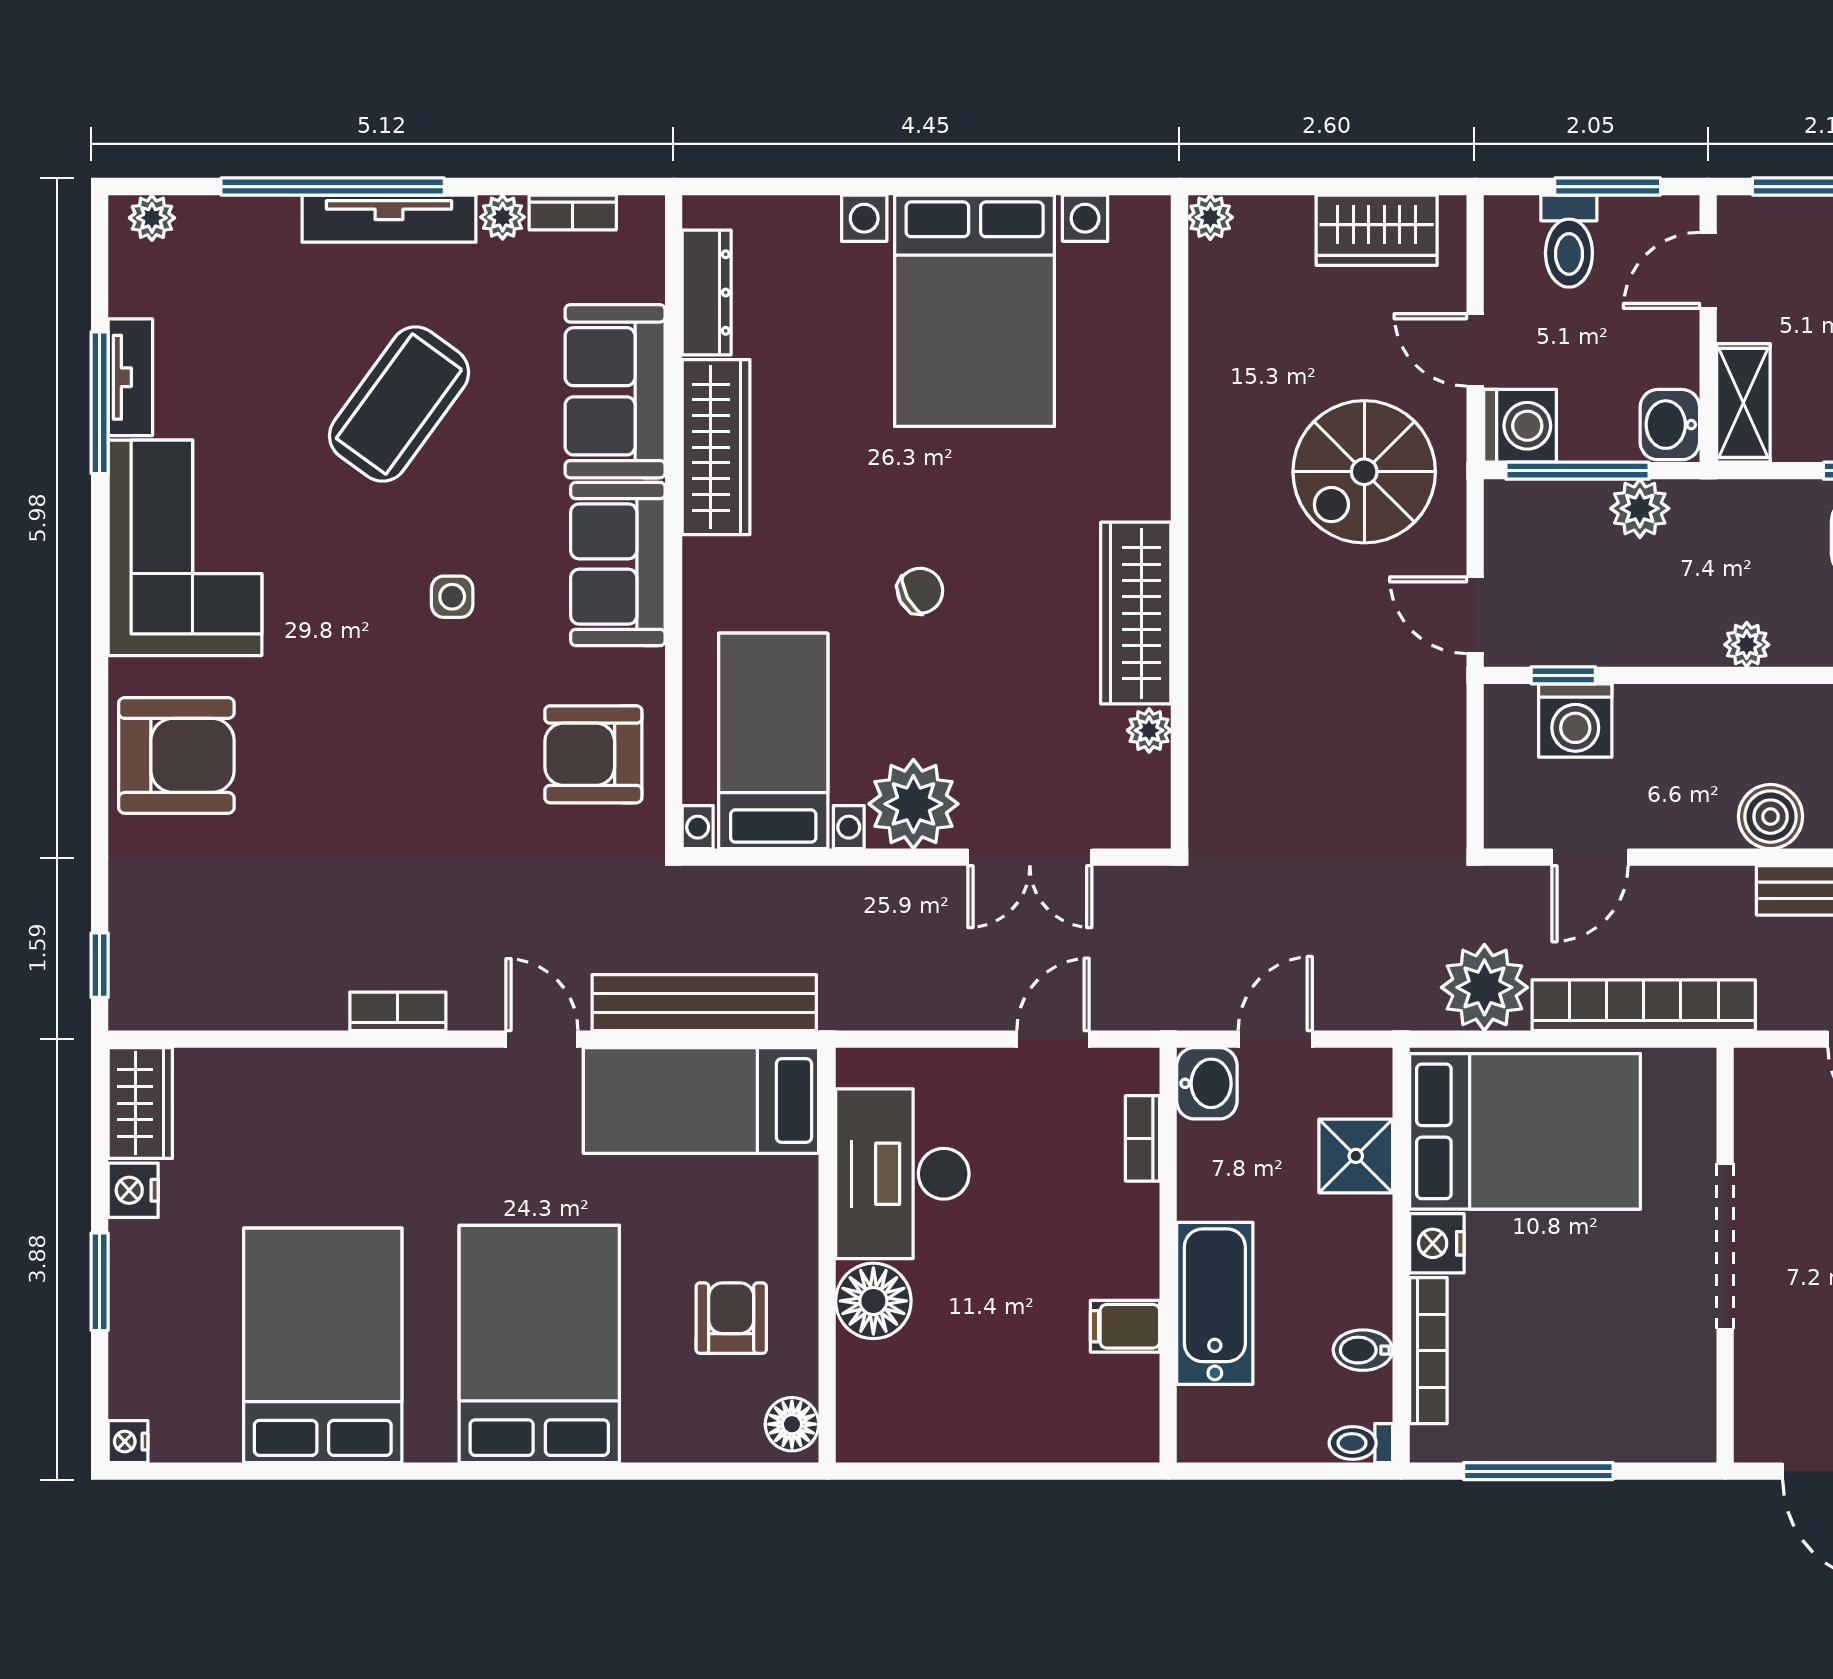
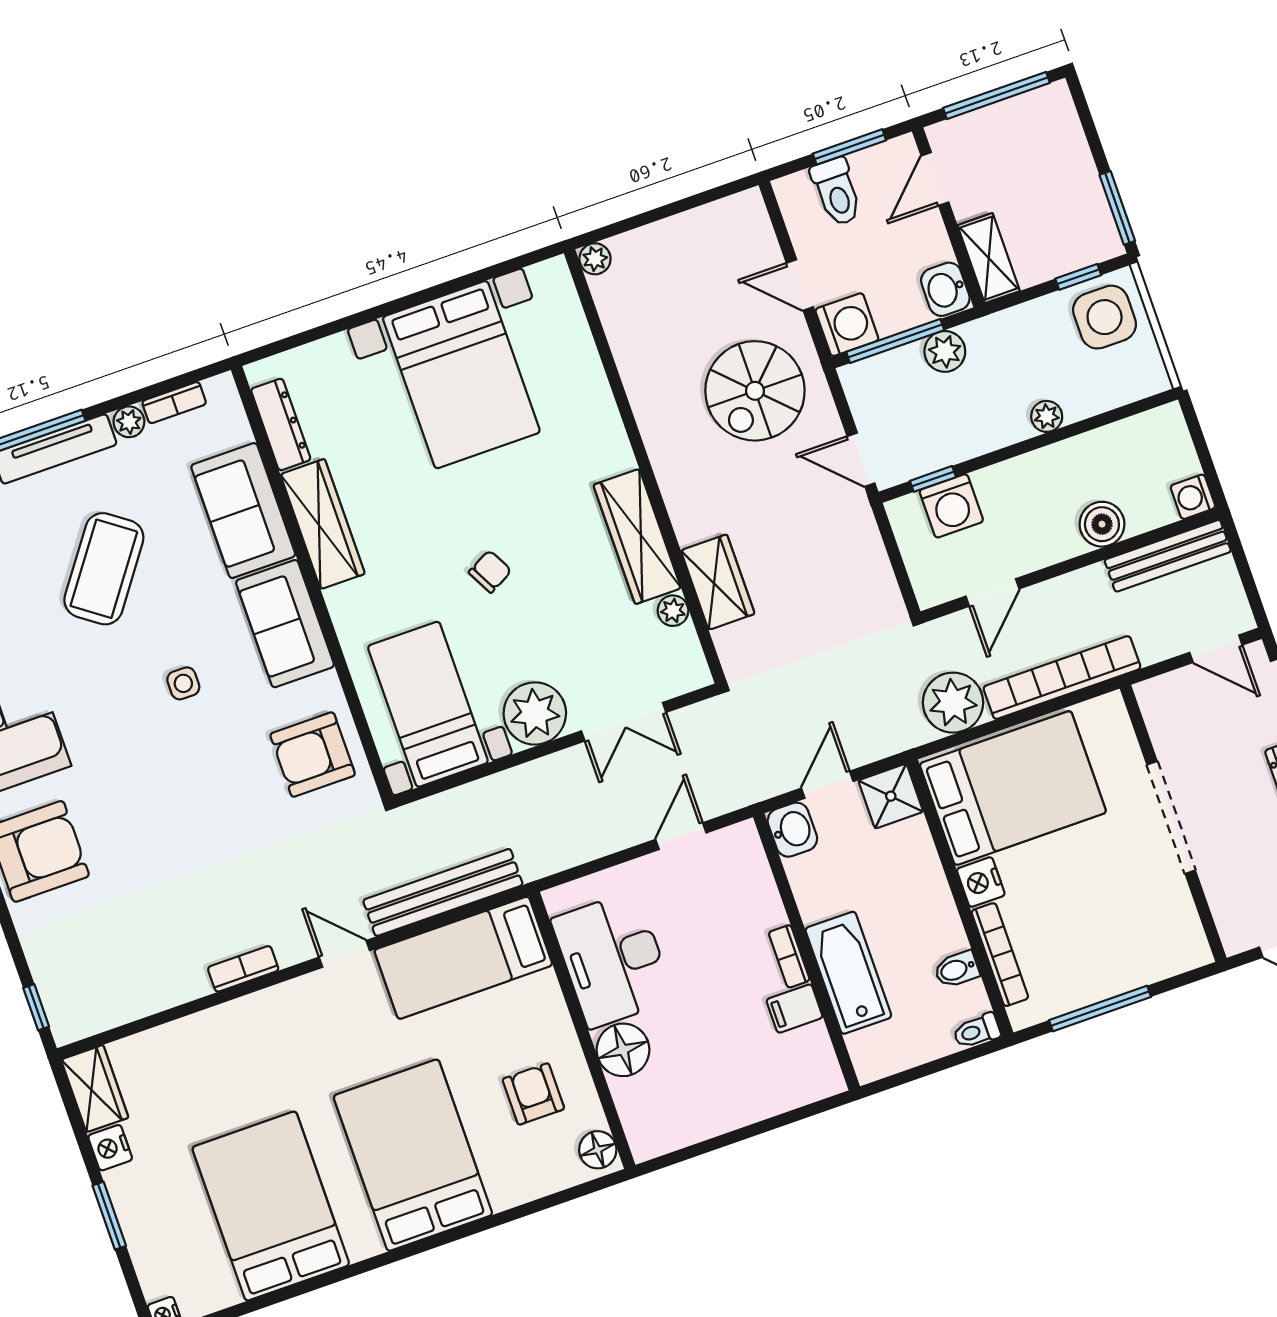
wardrobe: (1377, 230) -> (718, 582), moved, turned -90
bookcase: (1143, 1138) -> (789, 956), moved
shower: (1356, 1156) -> (891, 796), moved

